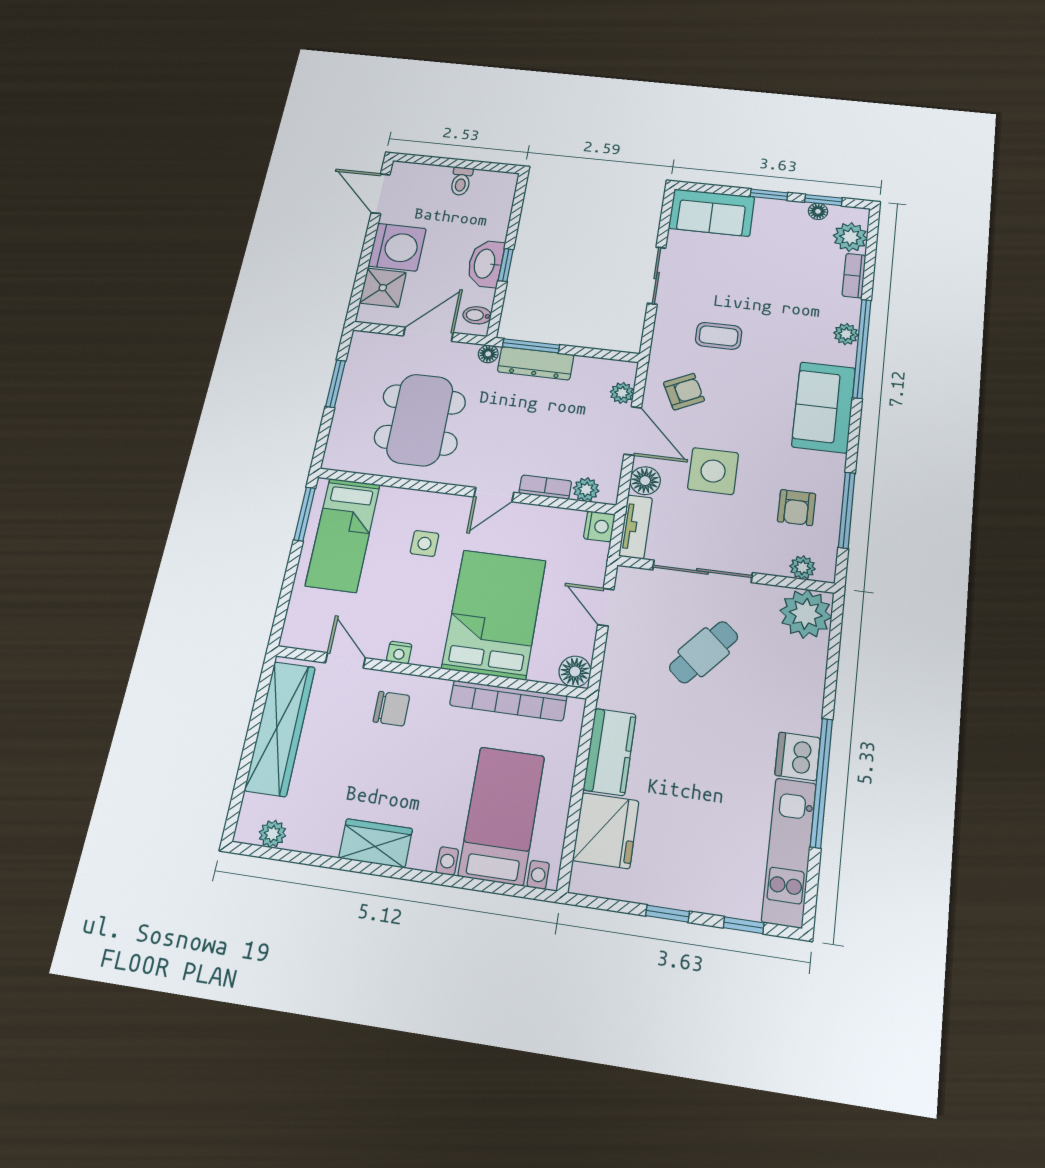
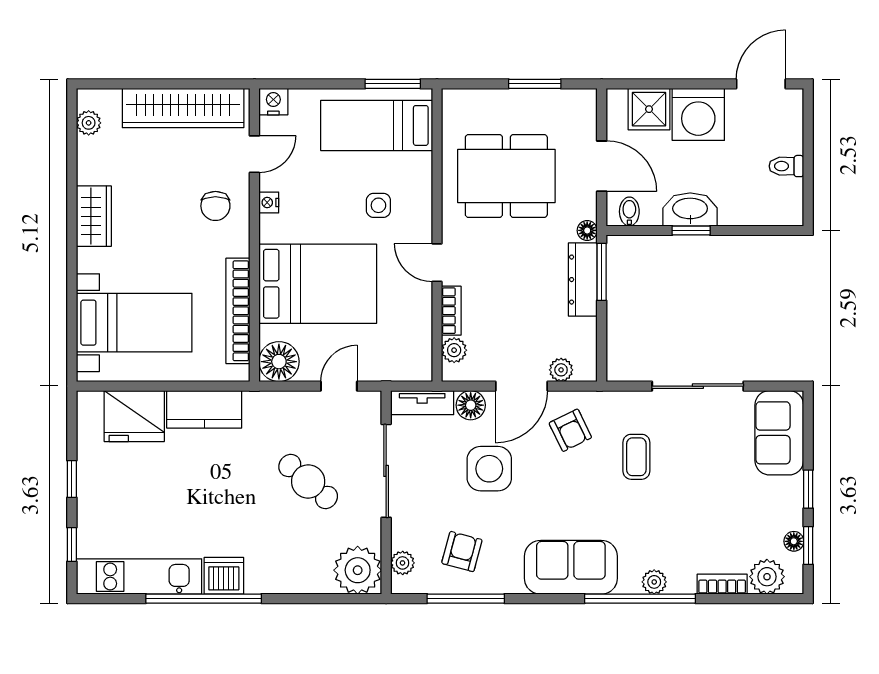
sliding door: (657, 275) -> (698, 386), width x1.37
armchair: (796, 508) -> (462, 552), turned 105
nightstand: (599, 526) -> (273, 102), moved, turned 180
floor lamp: (575, 672) -> (279, 362), width x1.38, depth x1.38

